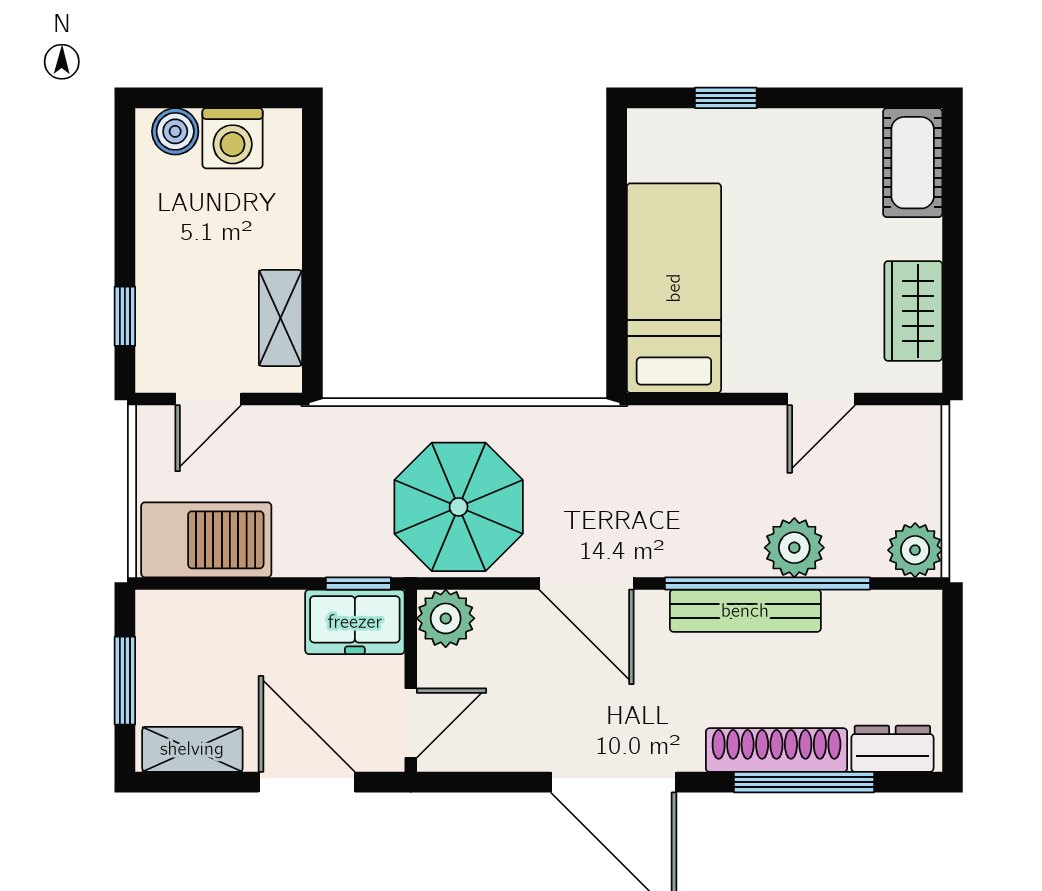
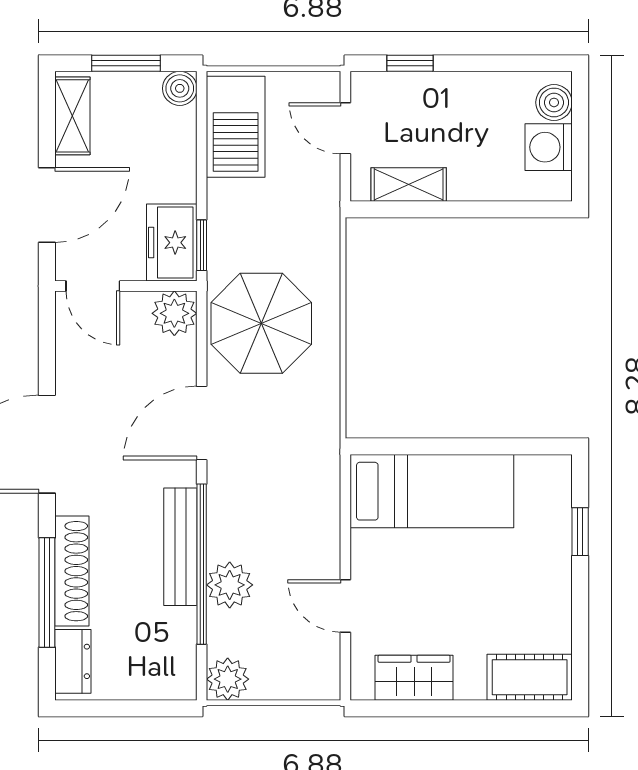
boiler: (157, 612) -> (180, 88), added

